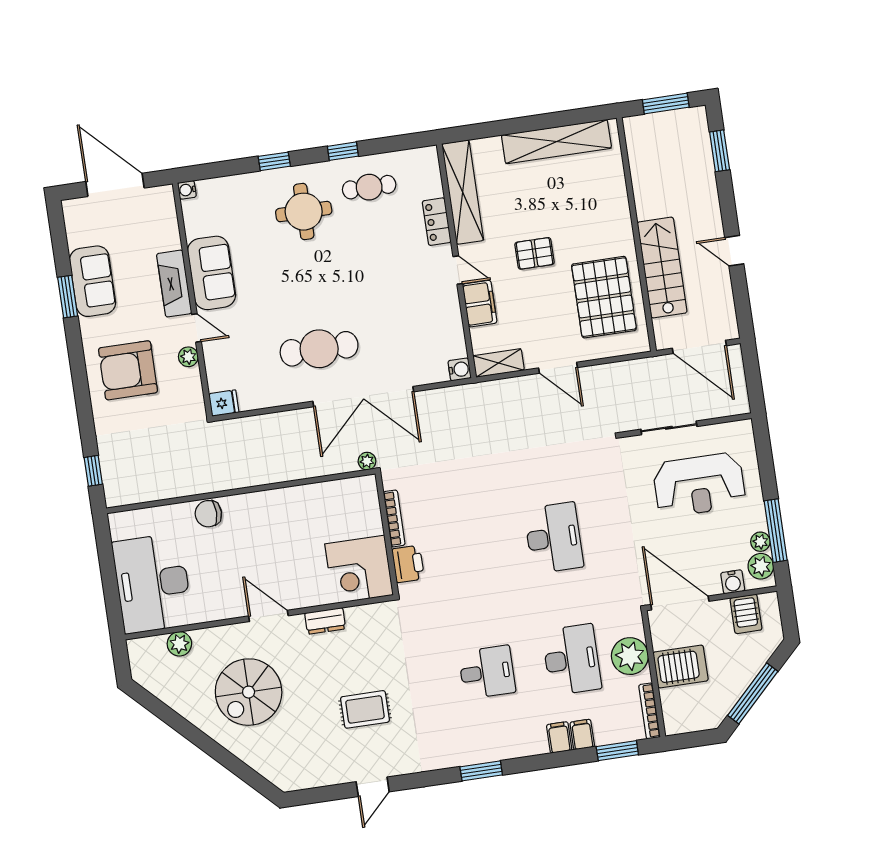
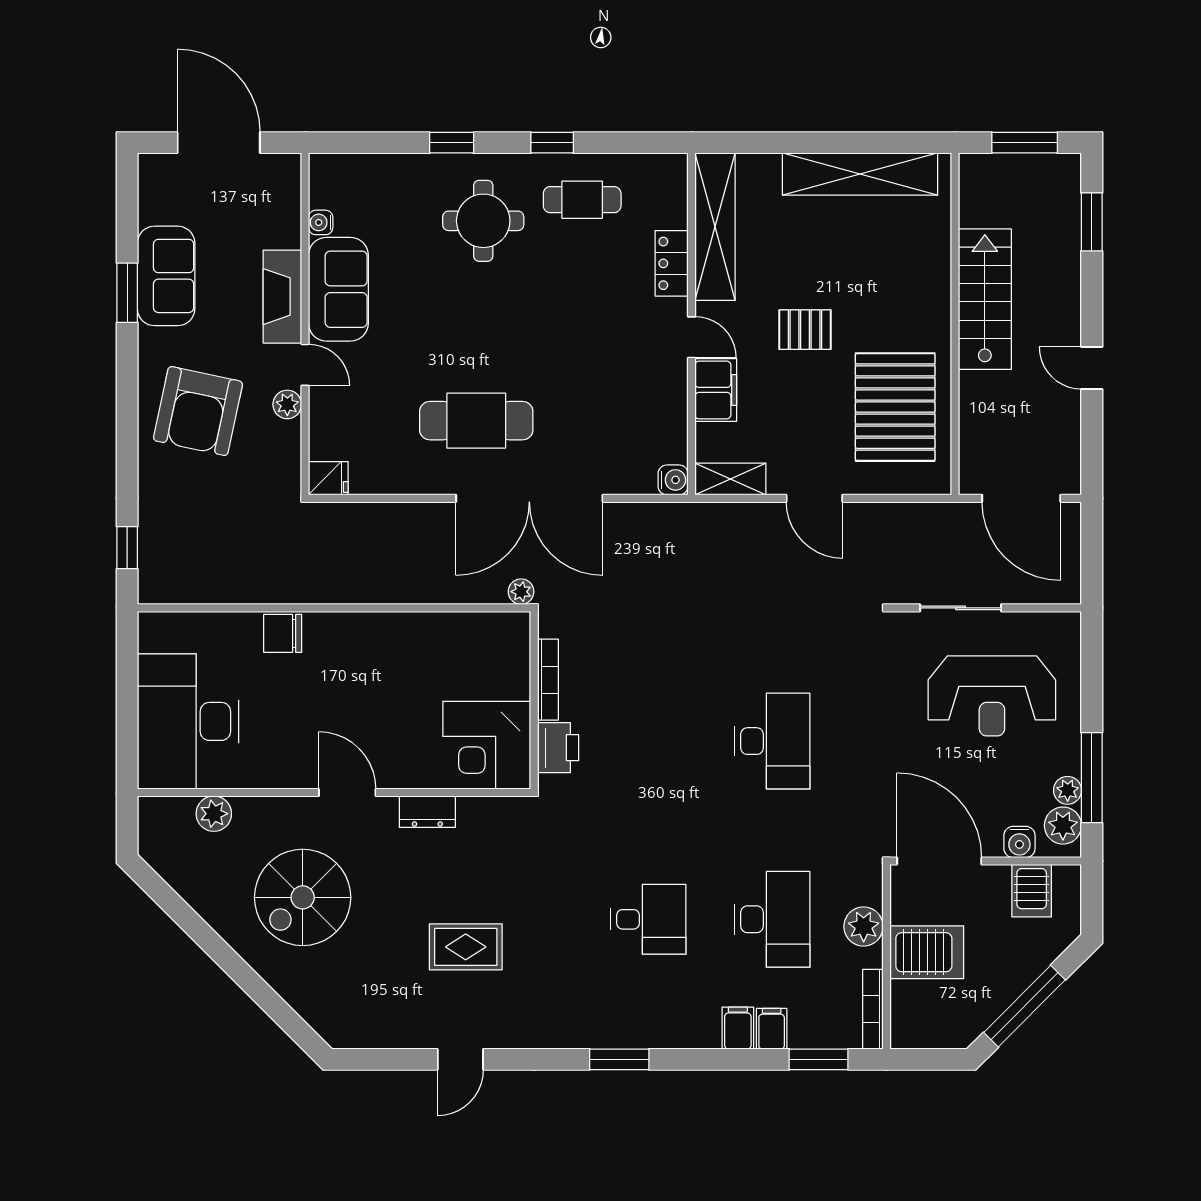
water cooler: (187, 190) -> (321, 222), moved
stairs: (662, 268) -> (985, 299), moved
armchair: (128, 370) -> (198, 411), turned -78
plant: (630, 656) -> (864, 926), width x0.73, depth x0.73

